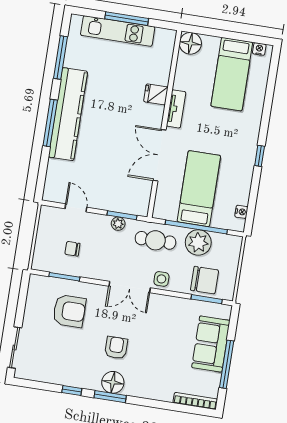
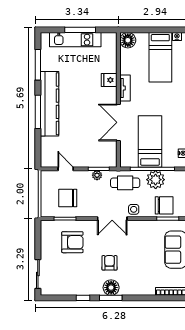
chair: (72, 249) -> (68, 198), width x1.87, depth x1.87

